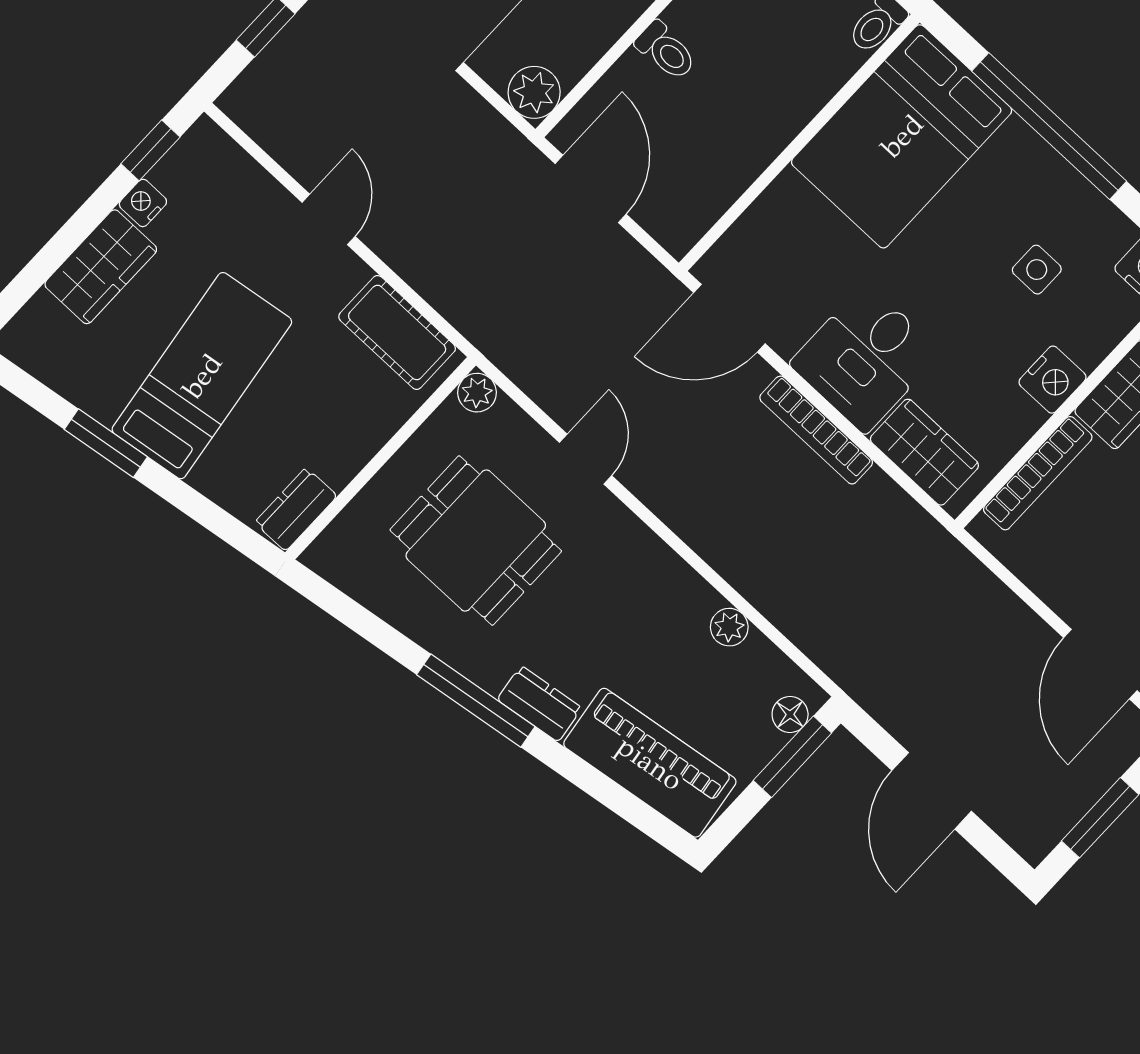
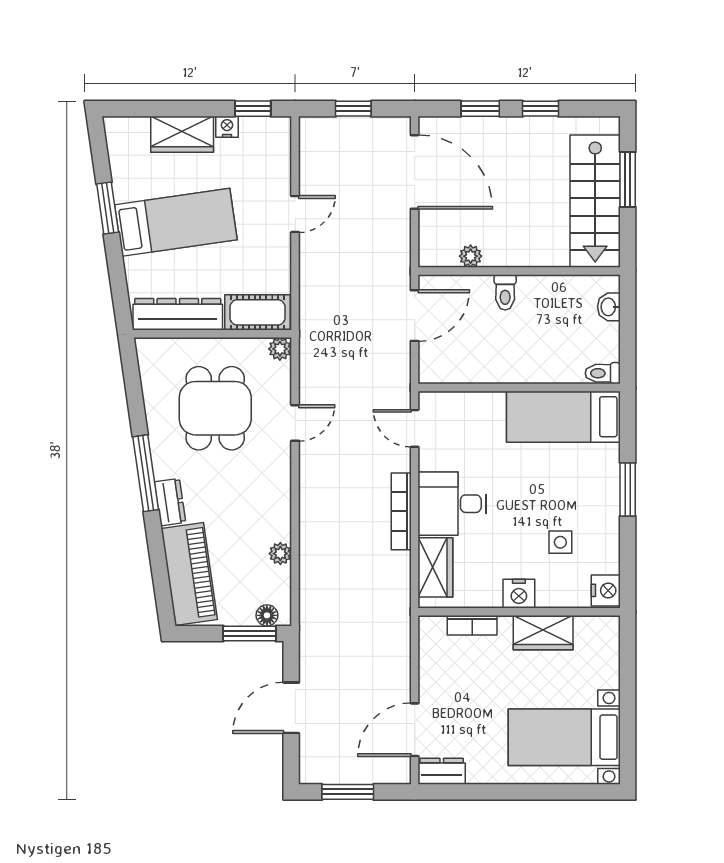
plant: (534, 92) -> (471, 256), moved, width x0.73, depth x0.73
window: (1049, 126) -> (628, 490), width x0.47
bed: (902, 136) -> (563, 417), width x0.67
door: (729, 318) -> (415, 428), width x0.73
cot: (397, 332) -> (258, 312), moved, turned 90
bookcase: (1038, 473) -> (472, 625), width x0.64
dresser: (296, 509) -> (178, 314), width x1.96, depth x1.24

